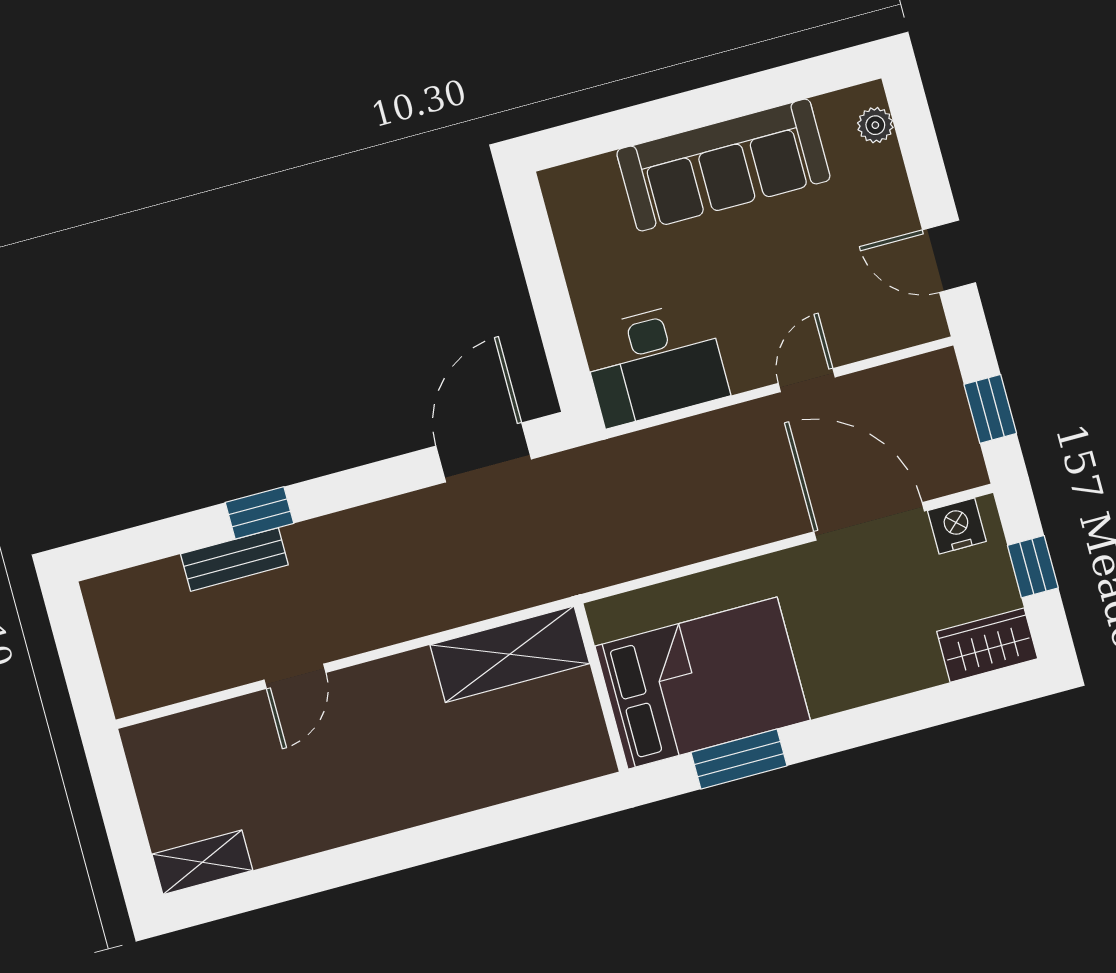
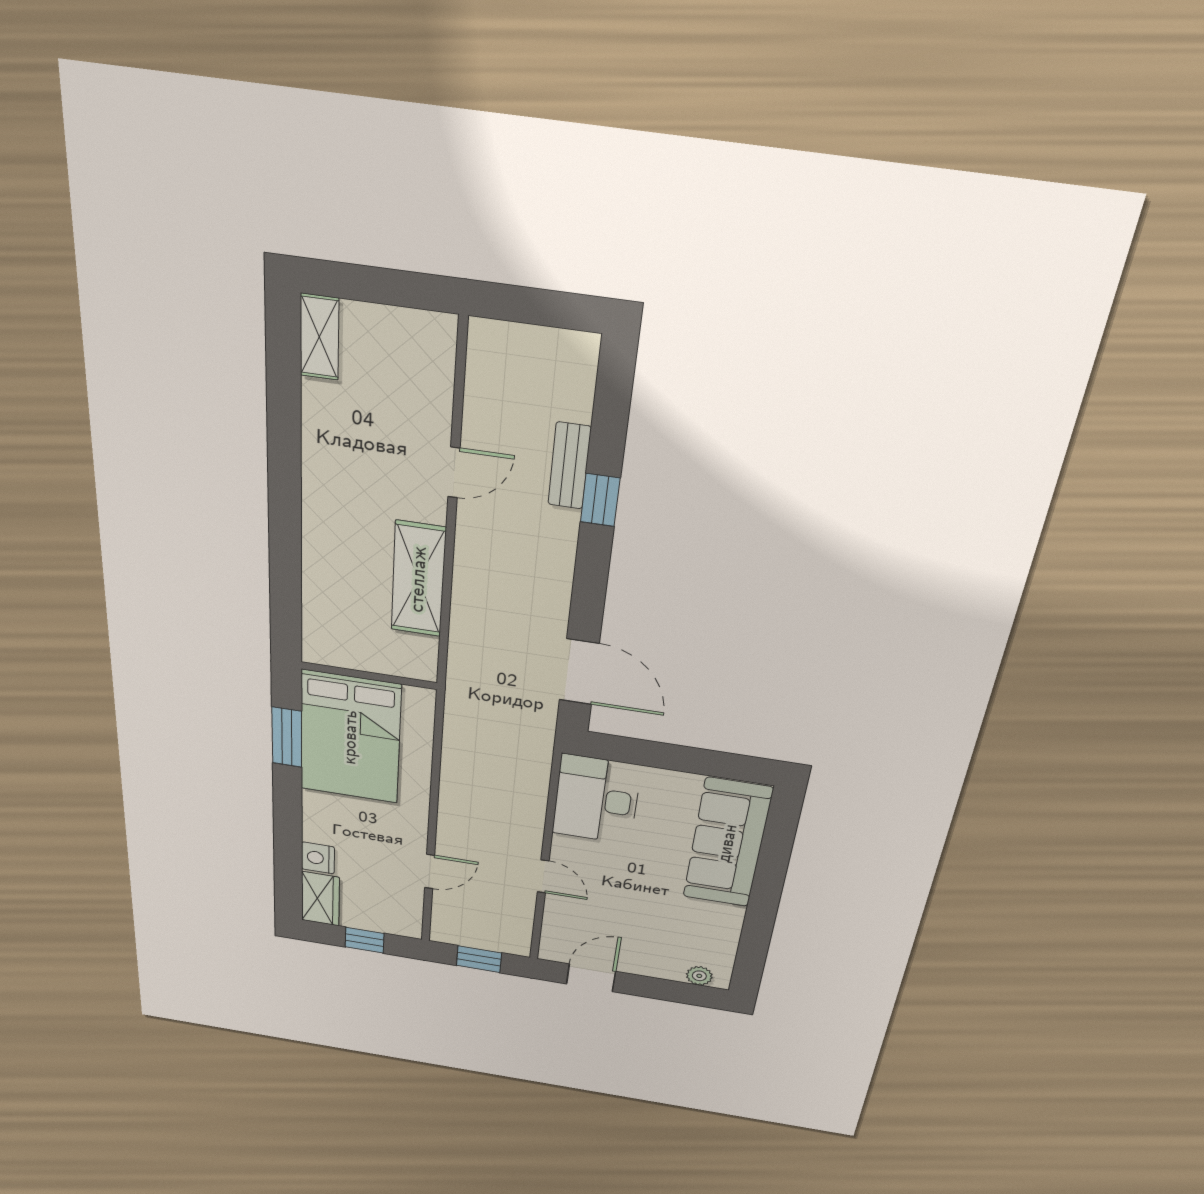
sofa: (723, 165) -> (727, 843), moved
door: (869, 521) -> (430, 872), width x0.53
nightstand: (957, 526) -> (318, 858), moved, turned 180
shelving: (510, 654) -> (418, 579), moved
door: (295, 676) -> (454, 472), swing flipped

